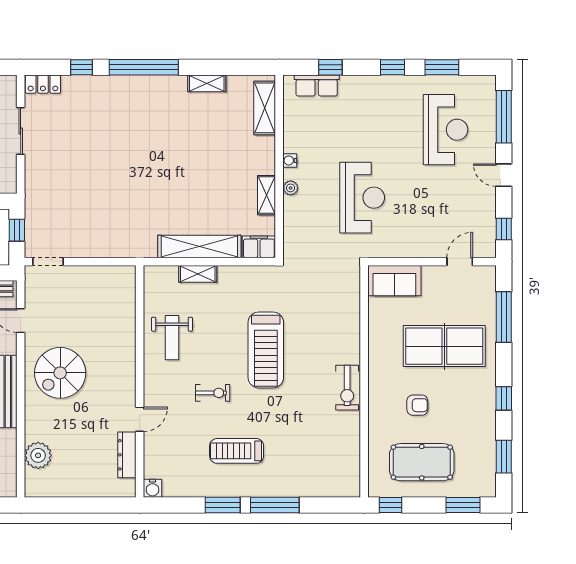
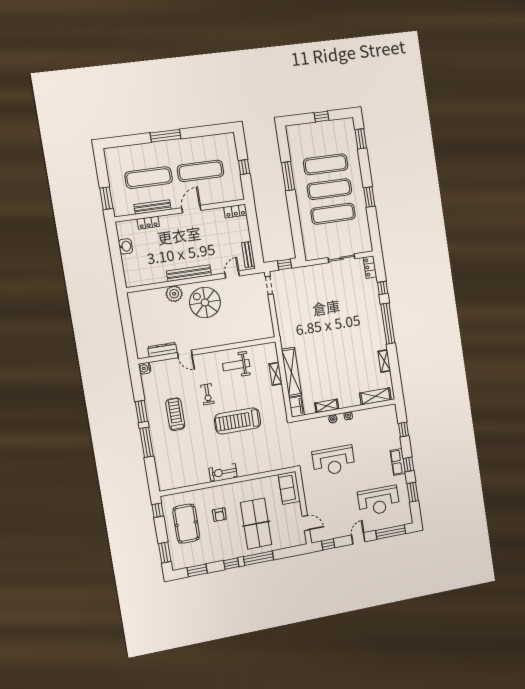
row of seats: (317, 85) -> (398, 462), moved
window: (504, 317) -> (259, 558), moved
plant: (38, 455) -> (174, 294), moved

